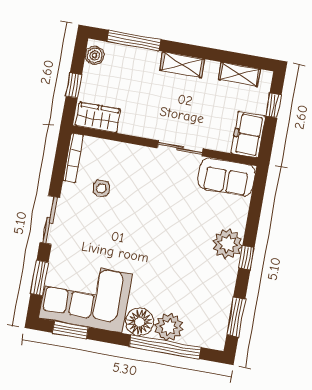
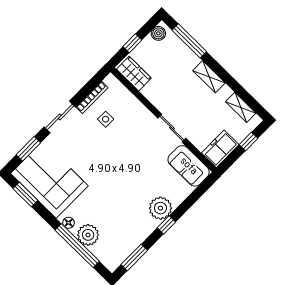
bookcase: (73, 158) -> (92, 97), moved
floor lamp: (140, 322) -> (68, 223), width x0.53, depth x0.53

